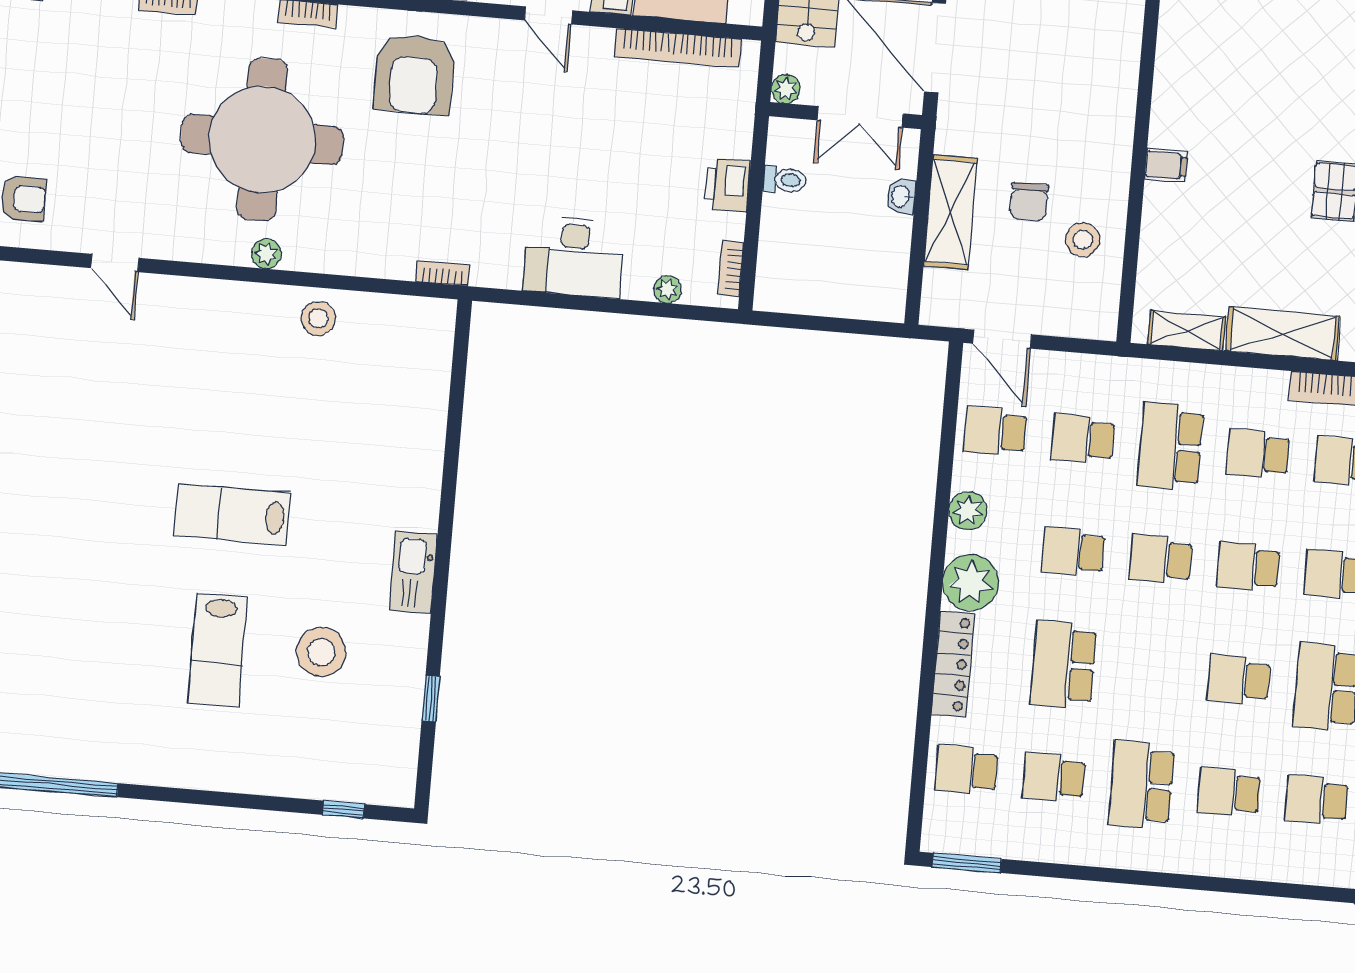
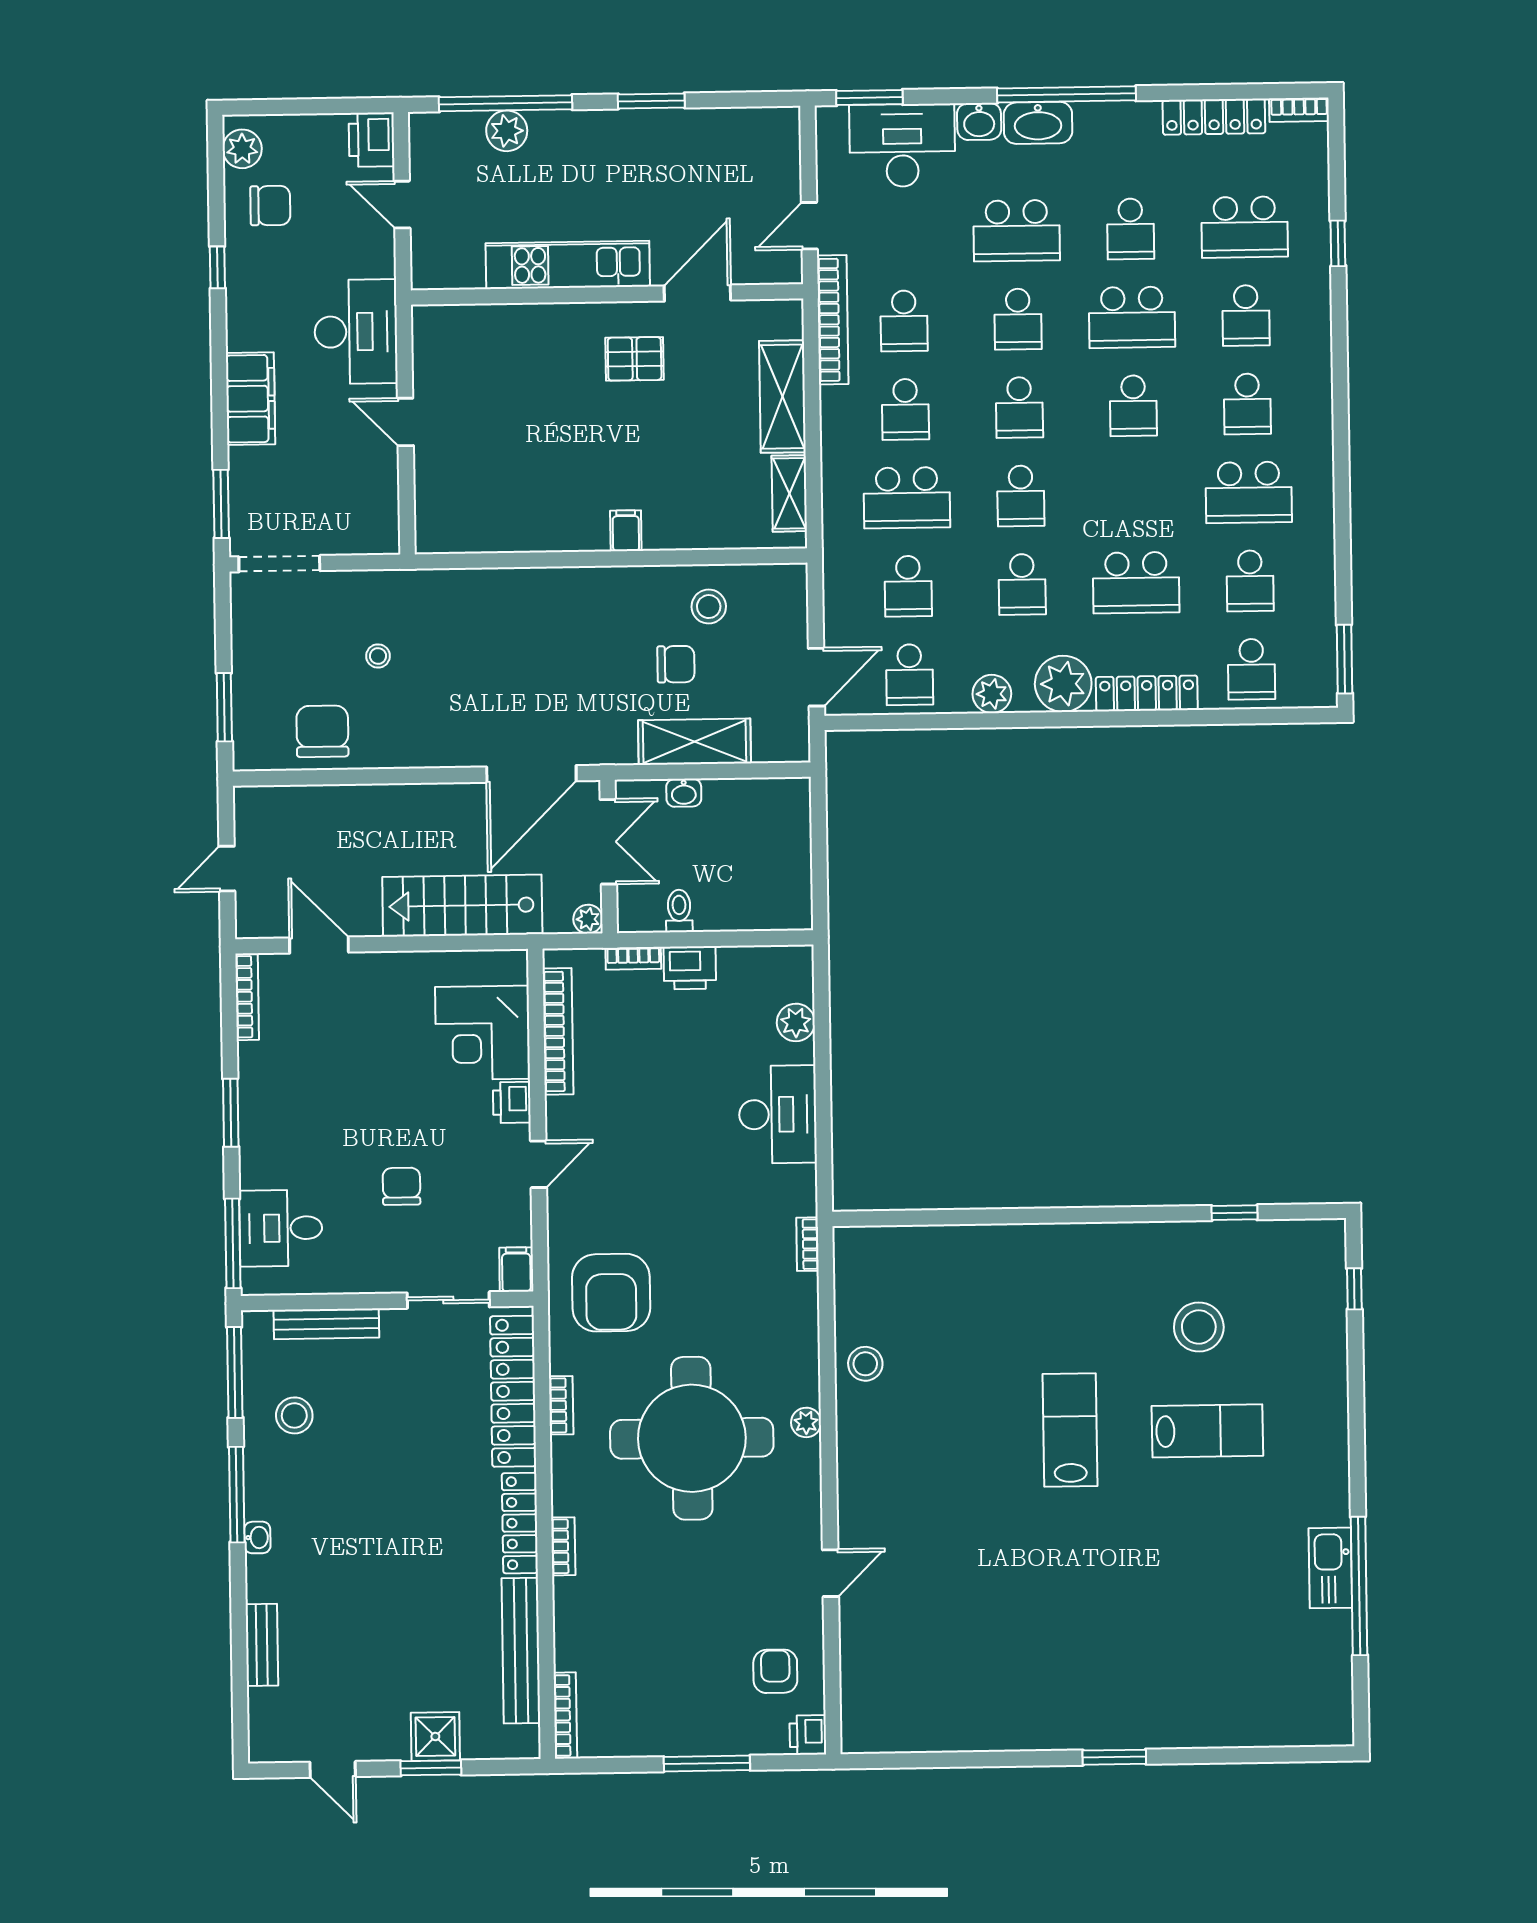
armchair: (414, 74) -> (611, 1293), turned 90
bookcase: (731, 269) -> (633, 958), moved
plant: (667, 290) -> (796, 1022), width x1.38, depth x1.38
lab bench: (232, 514) -> (1070, 1430), turned 180
kitchen sink: (413, 572) -> (1330, 1568), moved, turned 90

